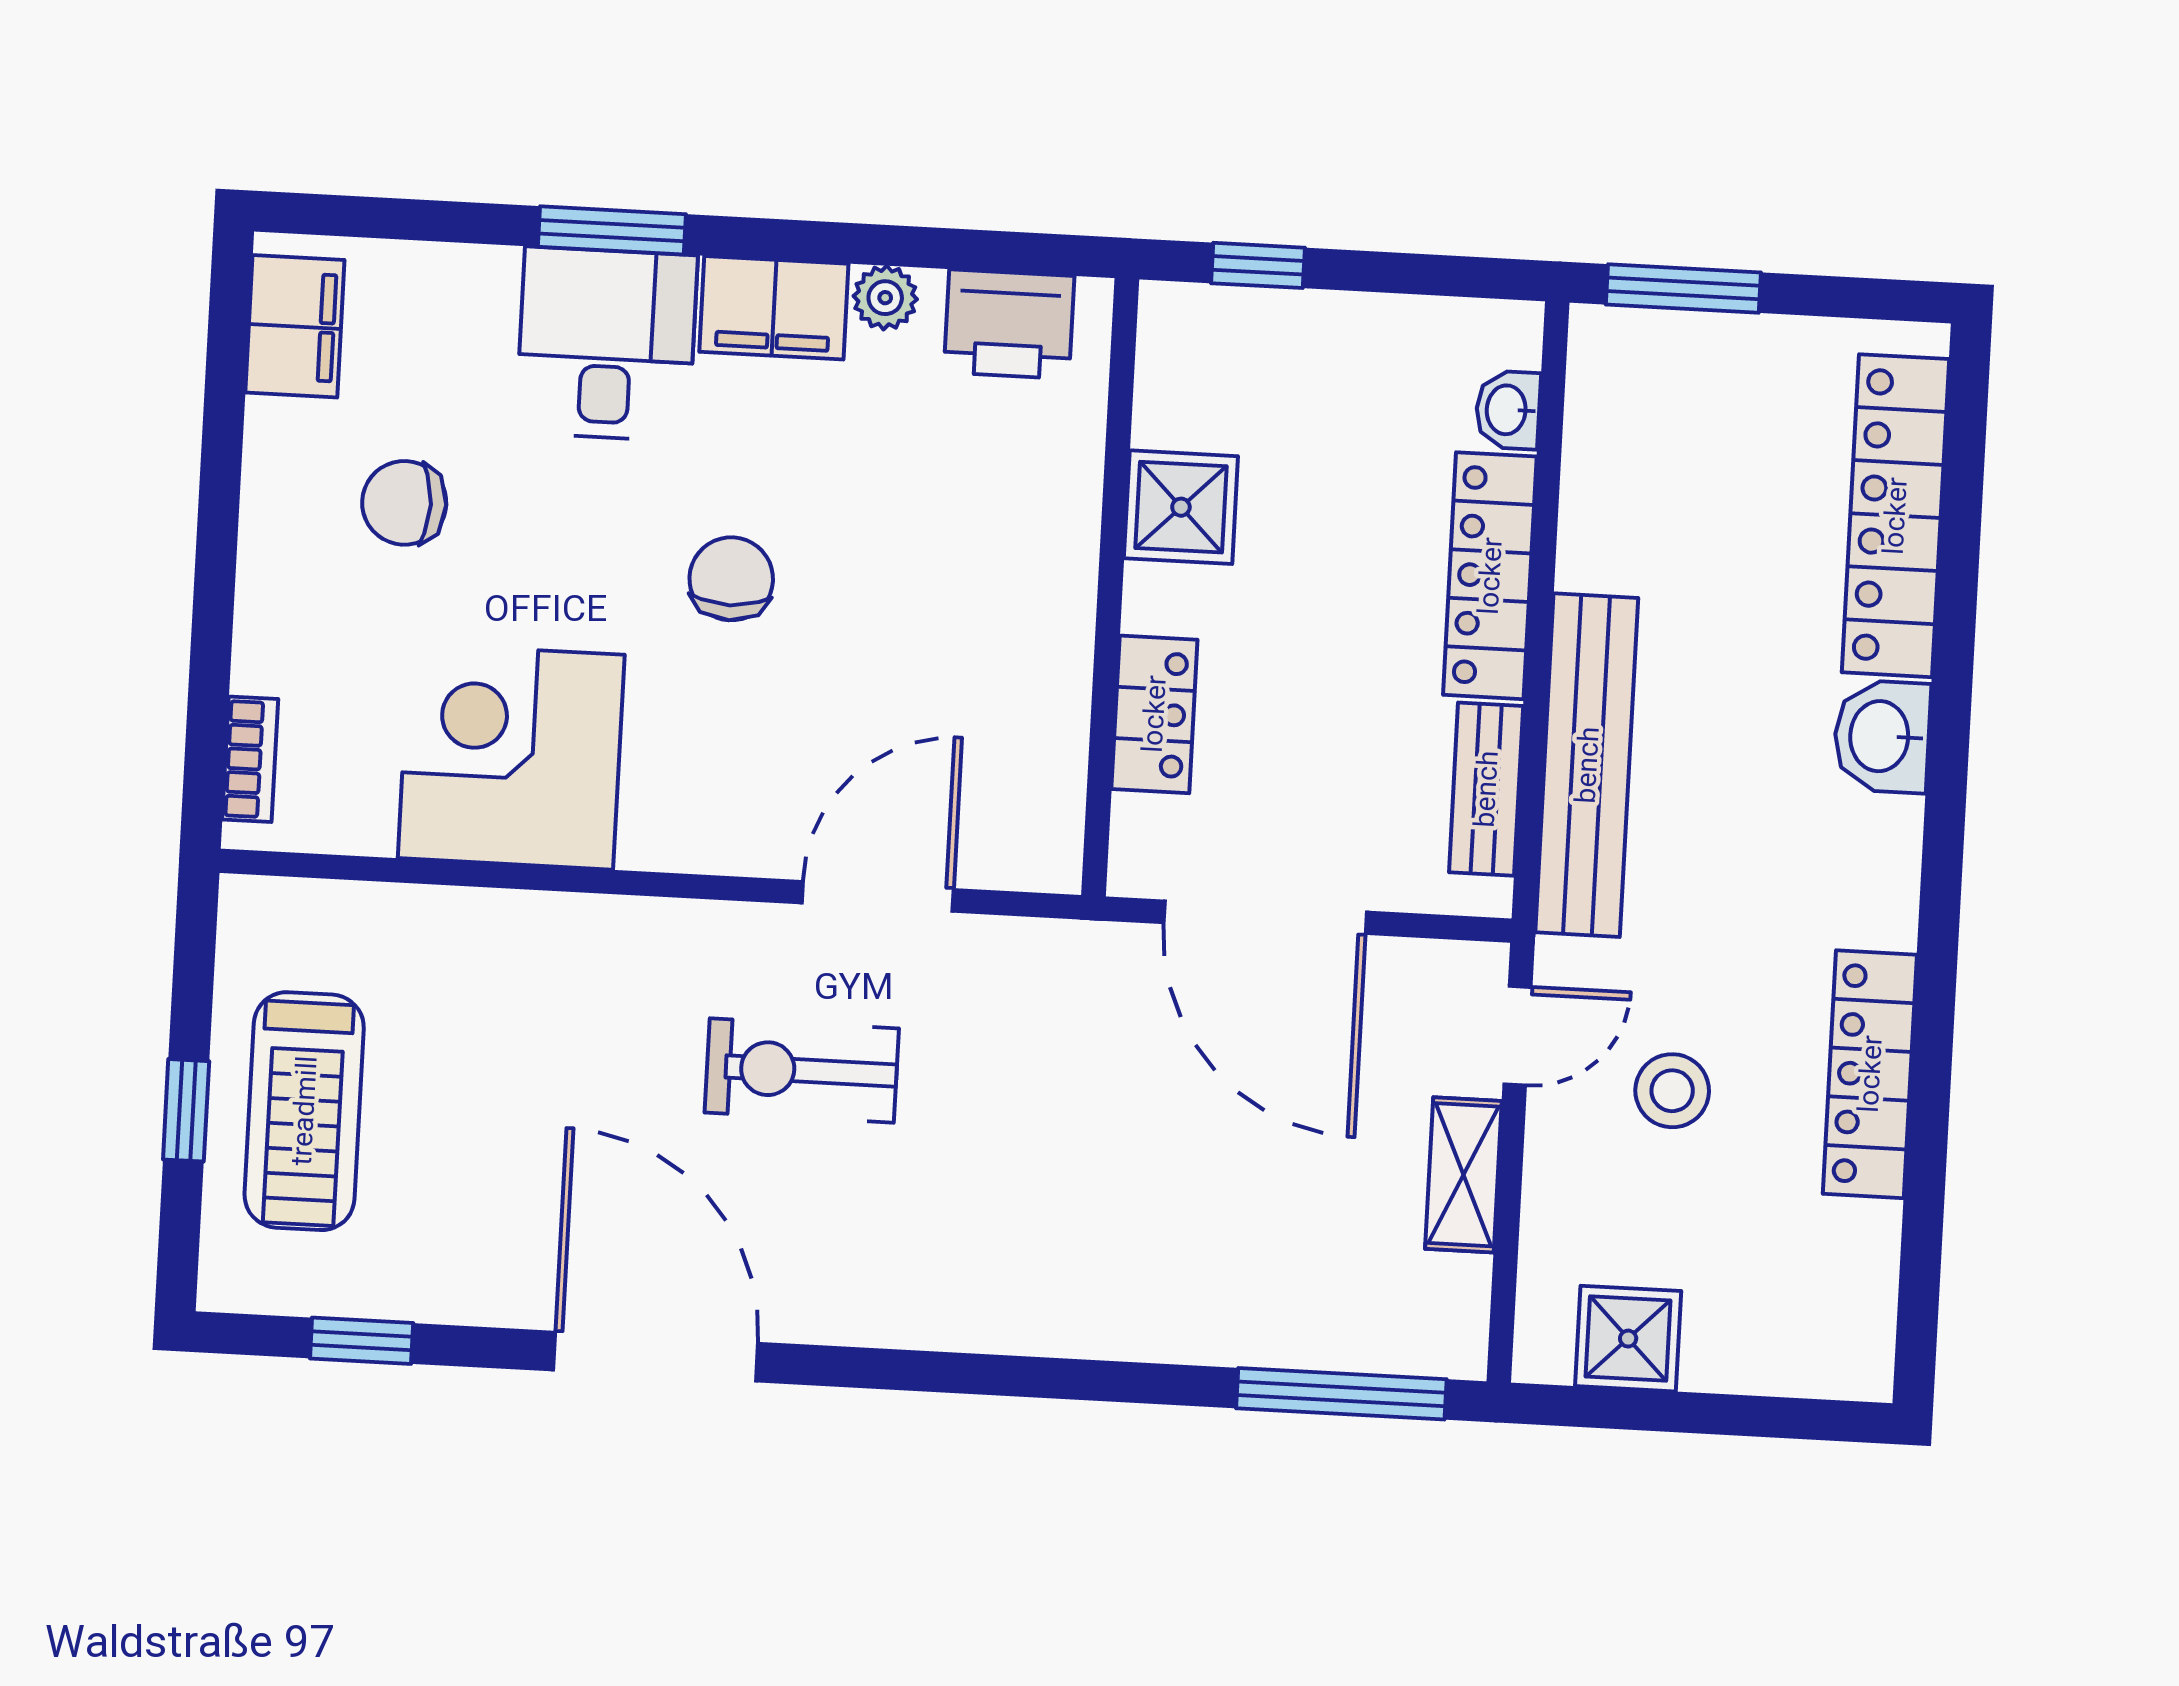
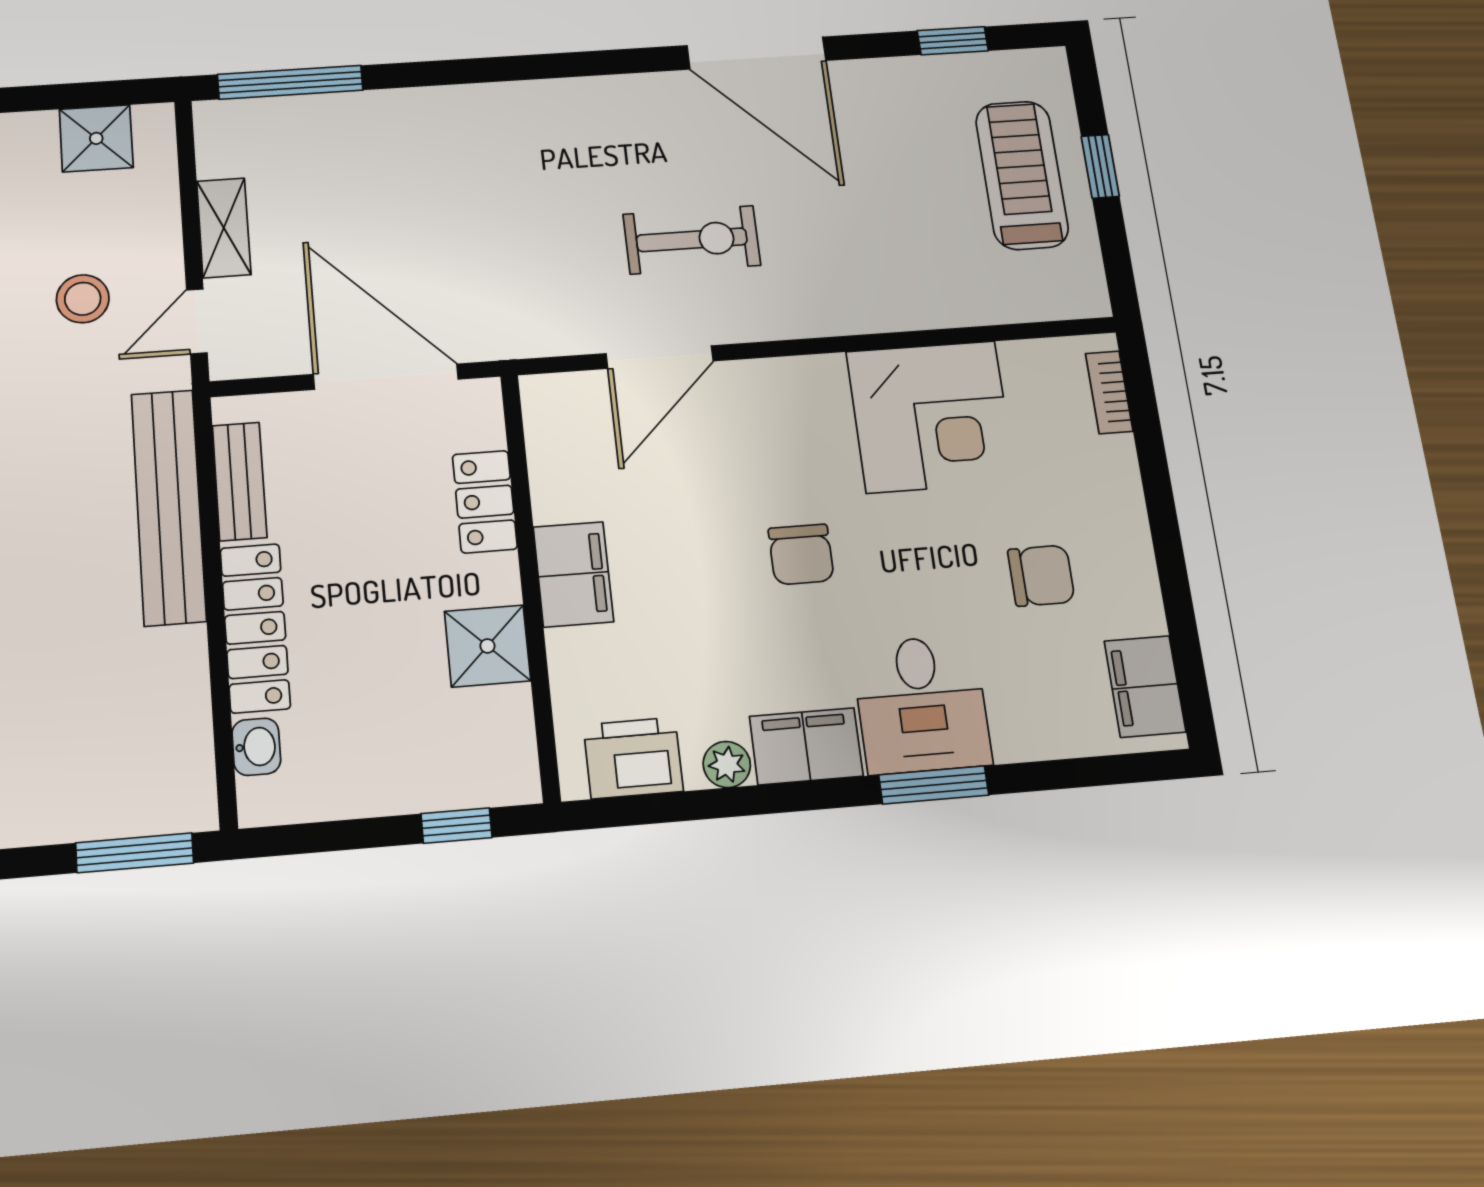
filing cabinet: (1049, 593) -> (573, 574), added

